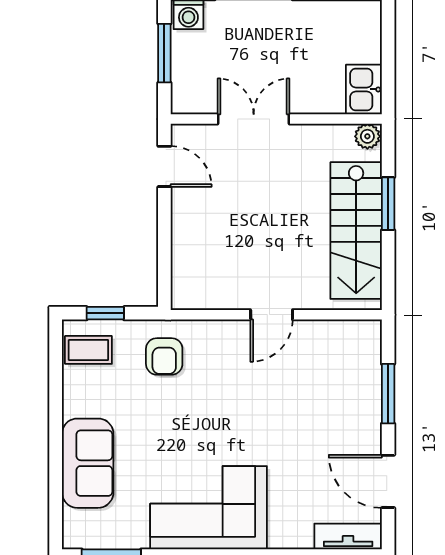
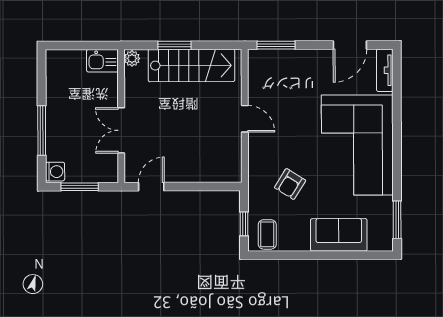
armchair: (164, 356) -> (290, 184), moved, turned 122
window: (388, 394) -> (276, 45), moved
corner sofa: (209, 508) -> (357, 145), width x1.36, depth x1.36

